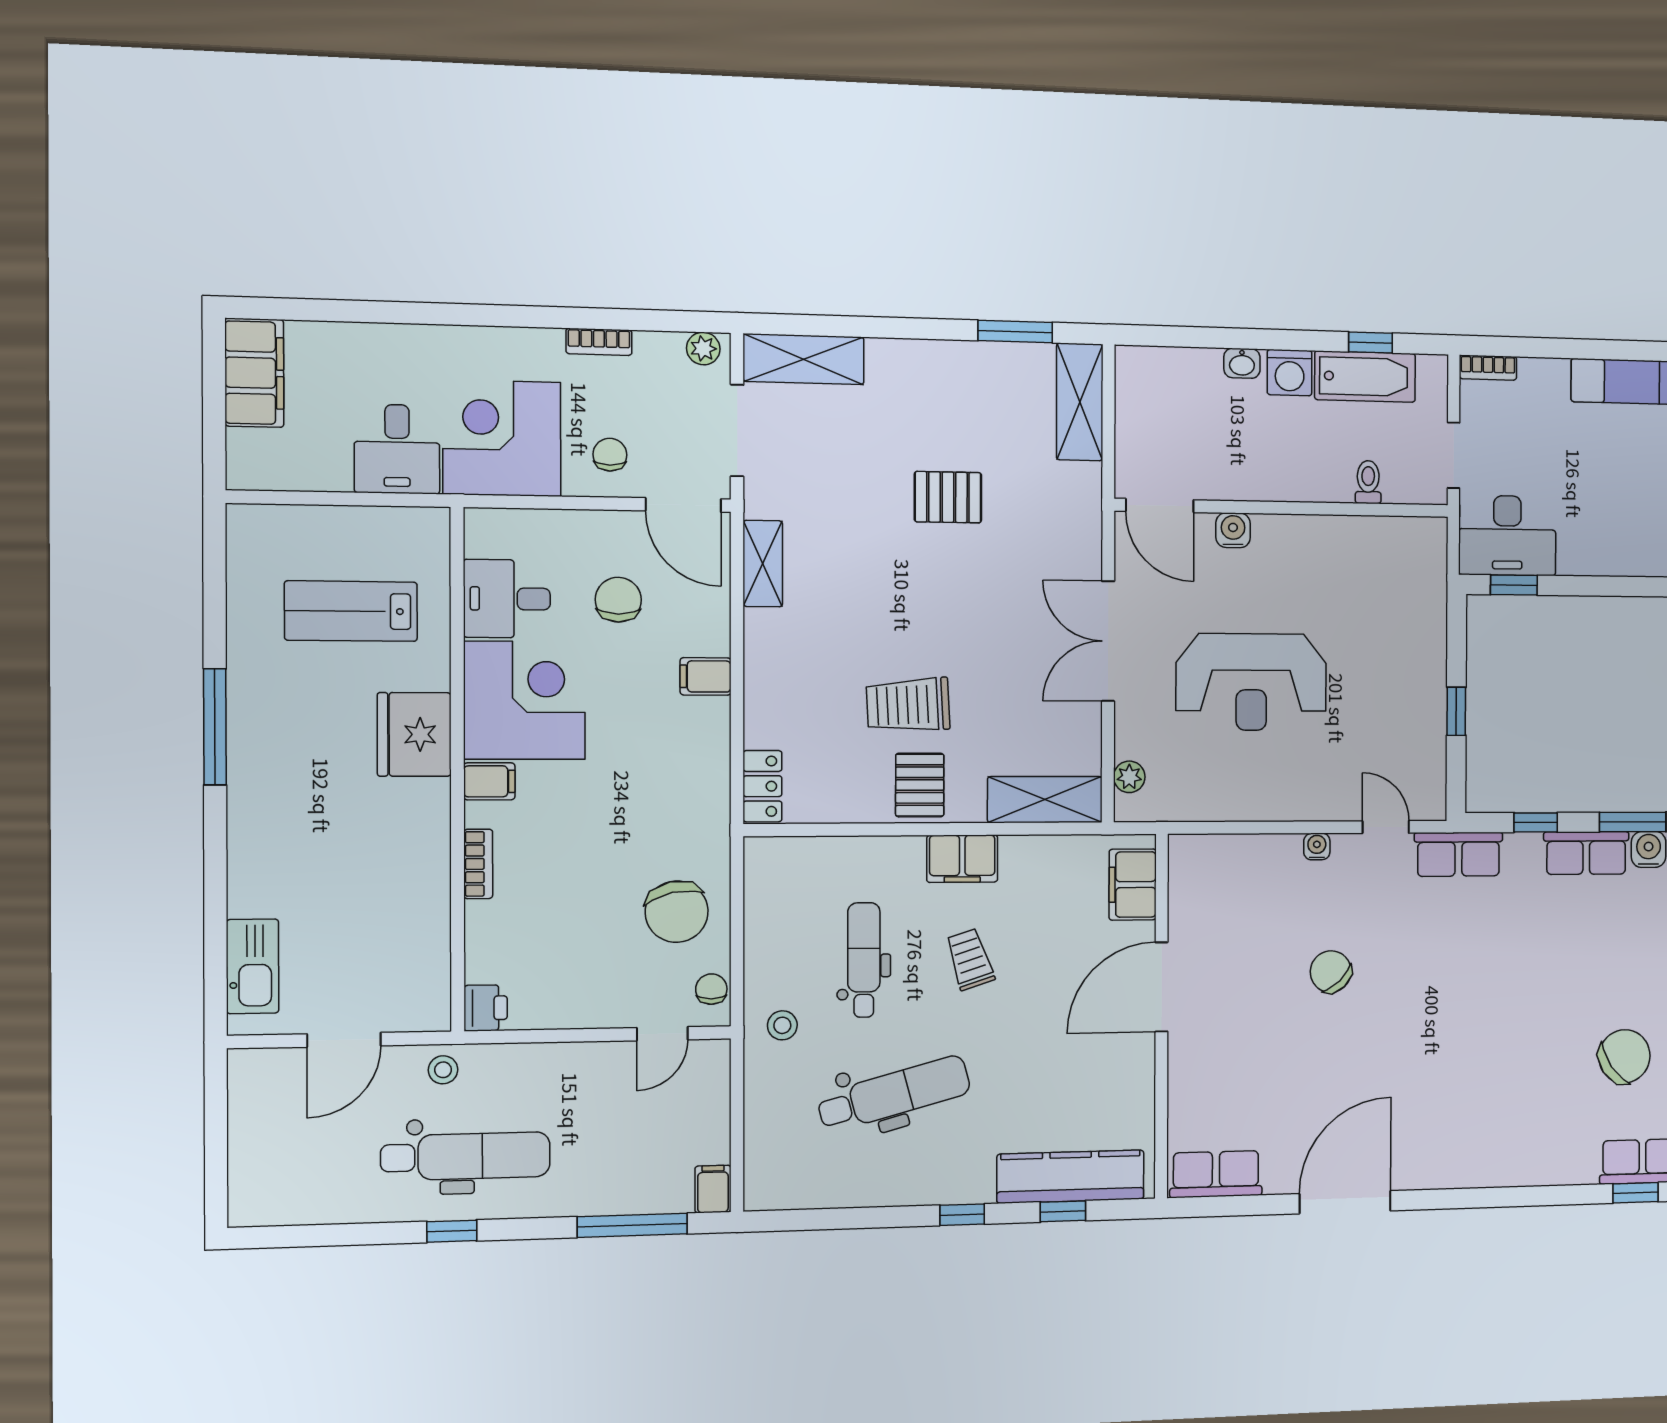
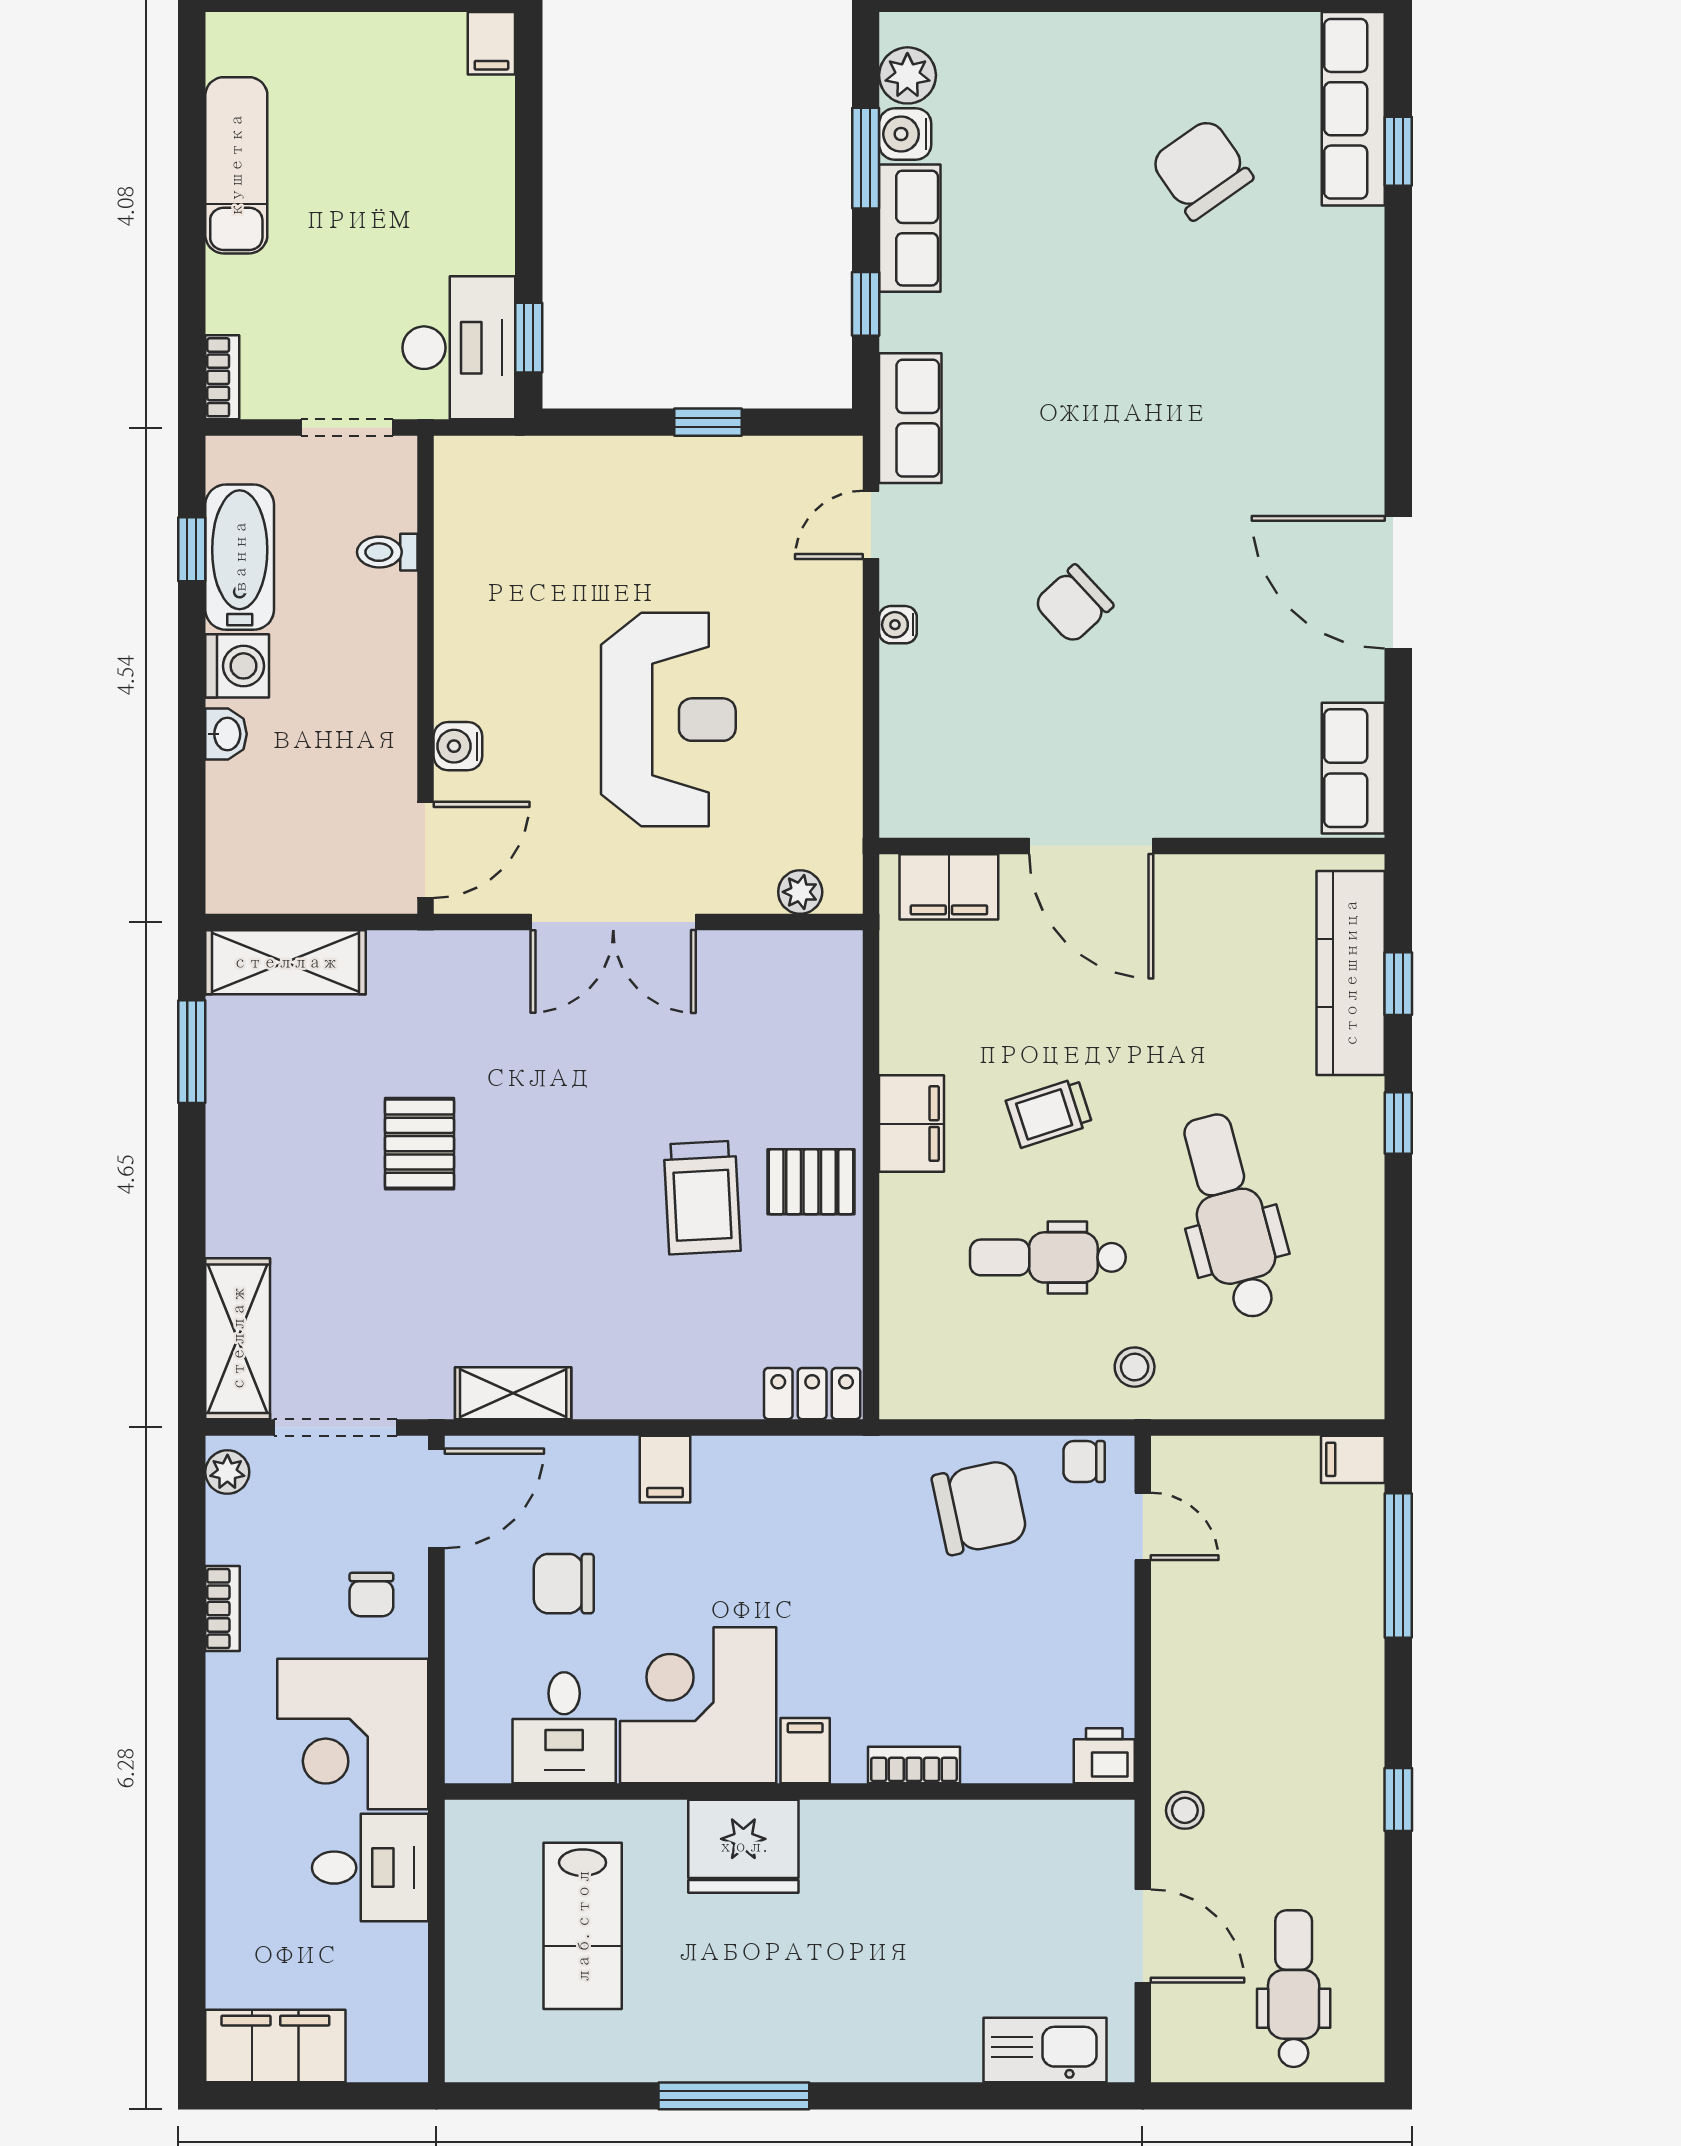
chair: (610, 455) -> (371, 1594), turned -90
shelving: (1045, 800) -> (831, 1010), removed
dental chair: (466, 1156) -> (1294, 1989), moved, width x0.73, depth x0.72

